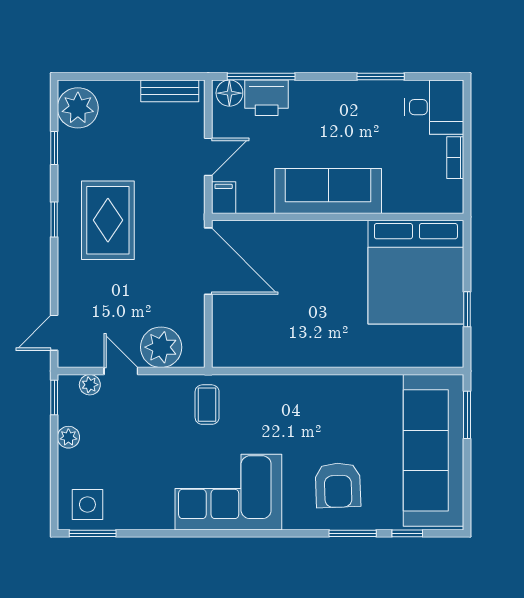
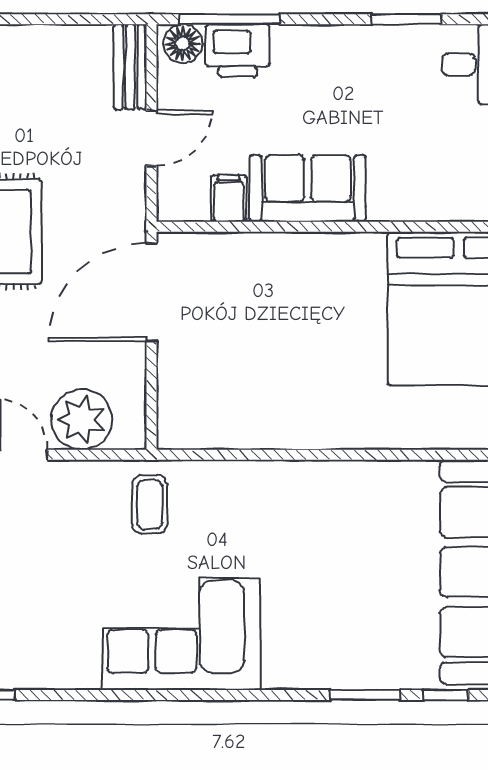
bench: (170, 91) -> (130, 67), moved, turned 90
sofa: (328, 191) -> (308, 188), width x0.73
filing cabinet: (224, 198) -> (229, 198), moved
door: (208, 261) -> (151, 292), swing flipped
armchair: (338, 485) -> (343, 624), removed

